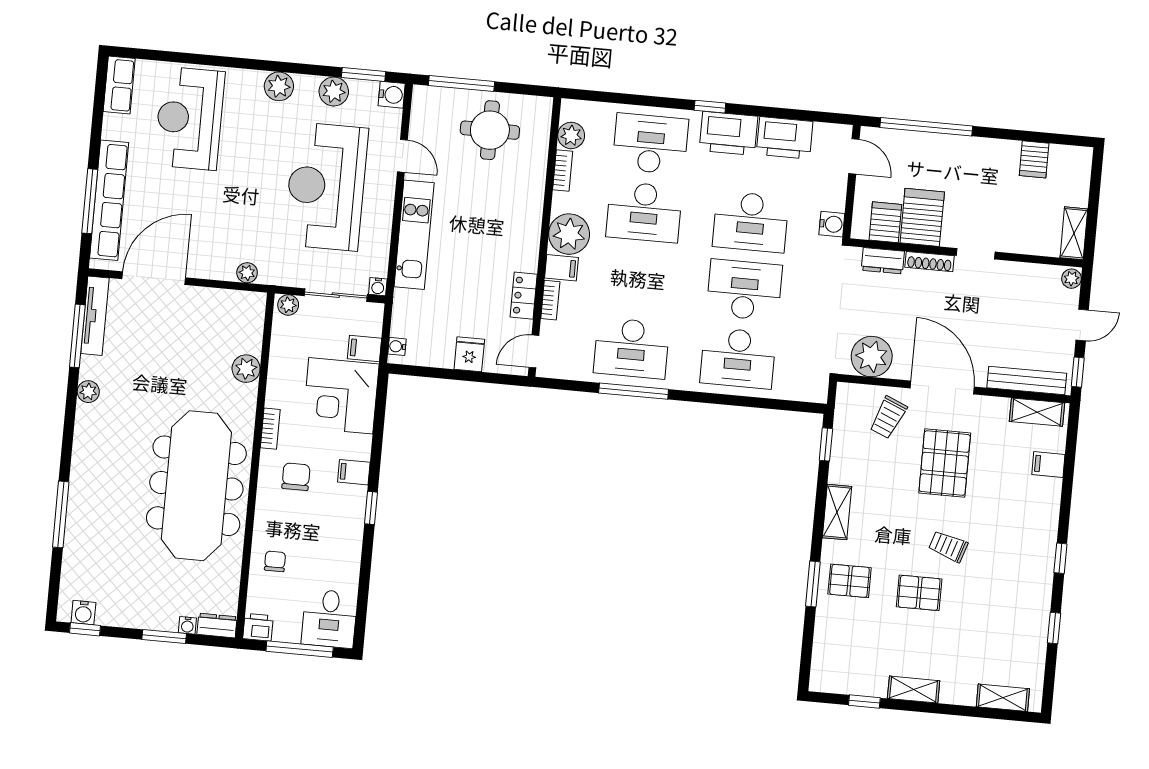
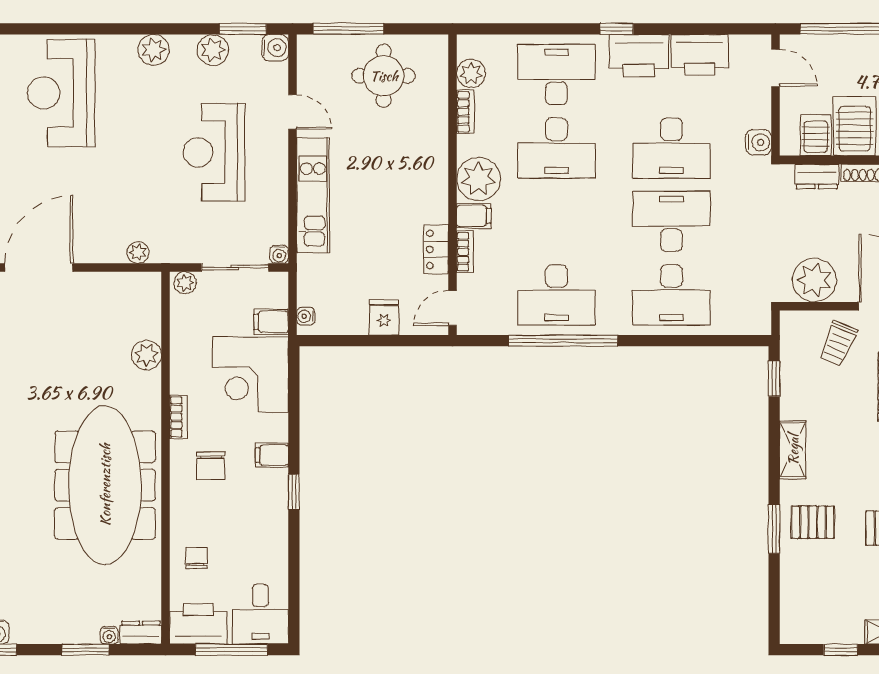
reception desk: (326, 186) -> (214, 152), width x0.74, depth x0.77
window: (634, 391) -> (563, 341), width x1.46
chair: (296, 477) -> (211, 466), turned 180
printer: (258, 627) -> (198, 624), width x1.87, depth x1.48

